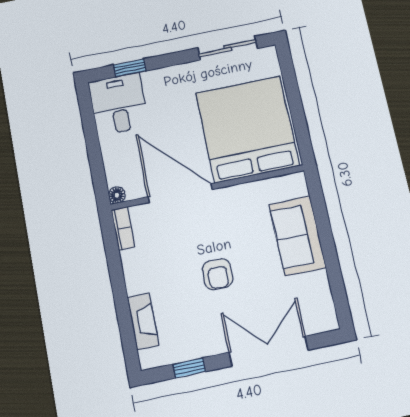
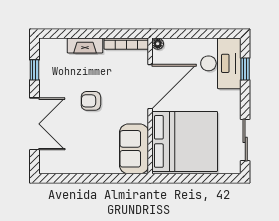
desk: (119, 104) -> (221, 63), width x1.37
bookcase: (123, 228) -> (126, 44), width x1.56
sofa: (297, 236) -> (134, 149), moved, turned -90
fireplace: (143, 321) -> (85, 46), moved

